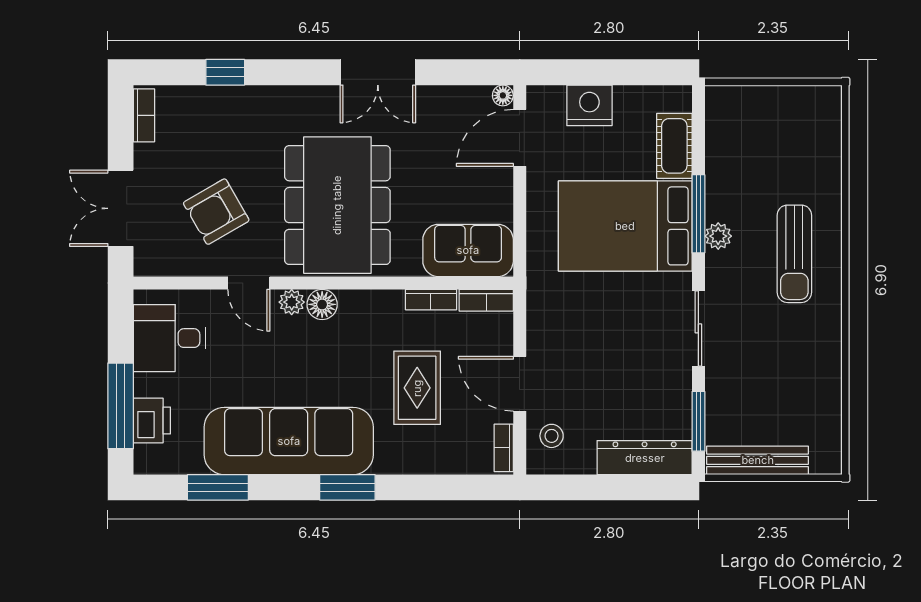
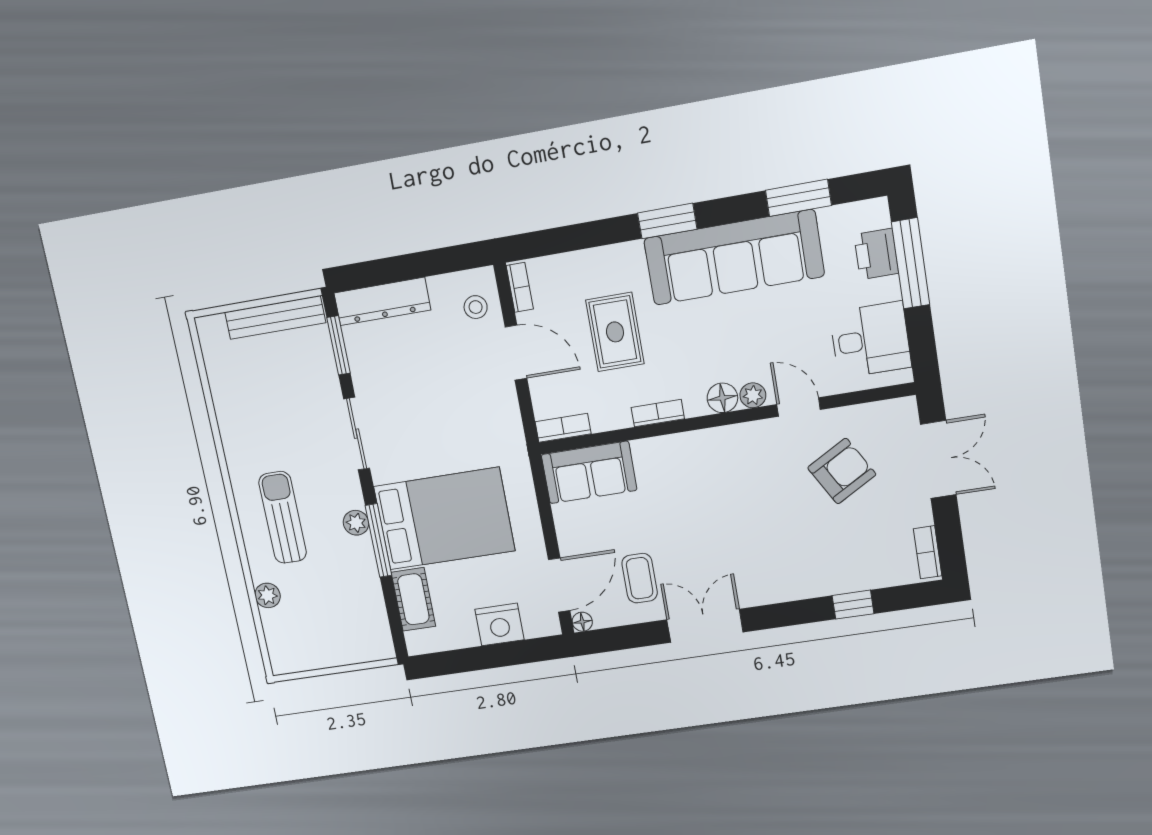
coffee table: (436, 133) -> (640, 578), added
plant: (828, 173) -> (268, 595), added
dining table: (337, 205) -> (723, 496), removed
bookcase: (431, 300) -> (658, 413), moved

